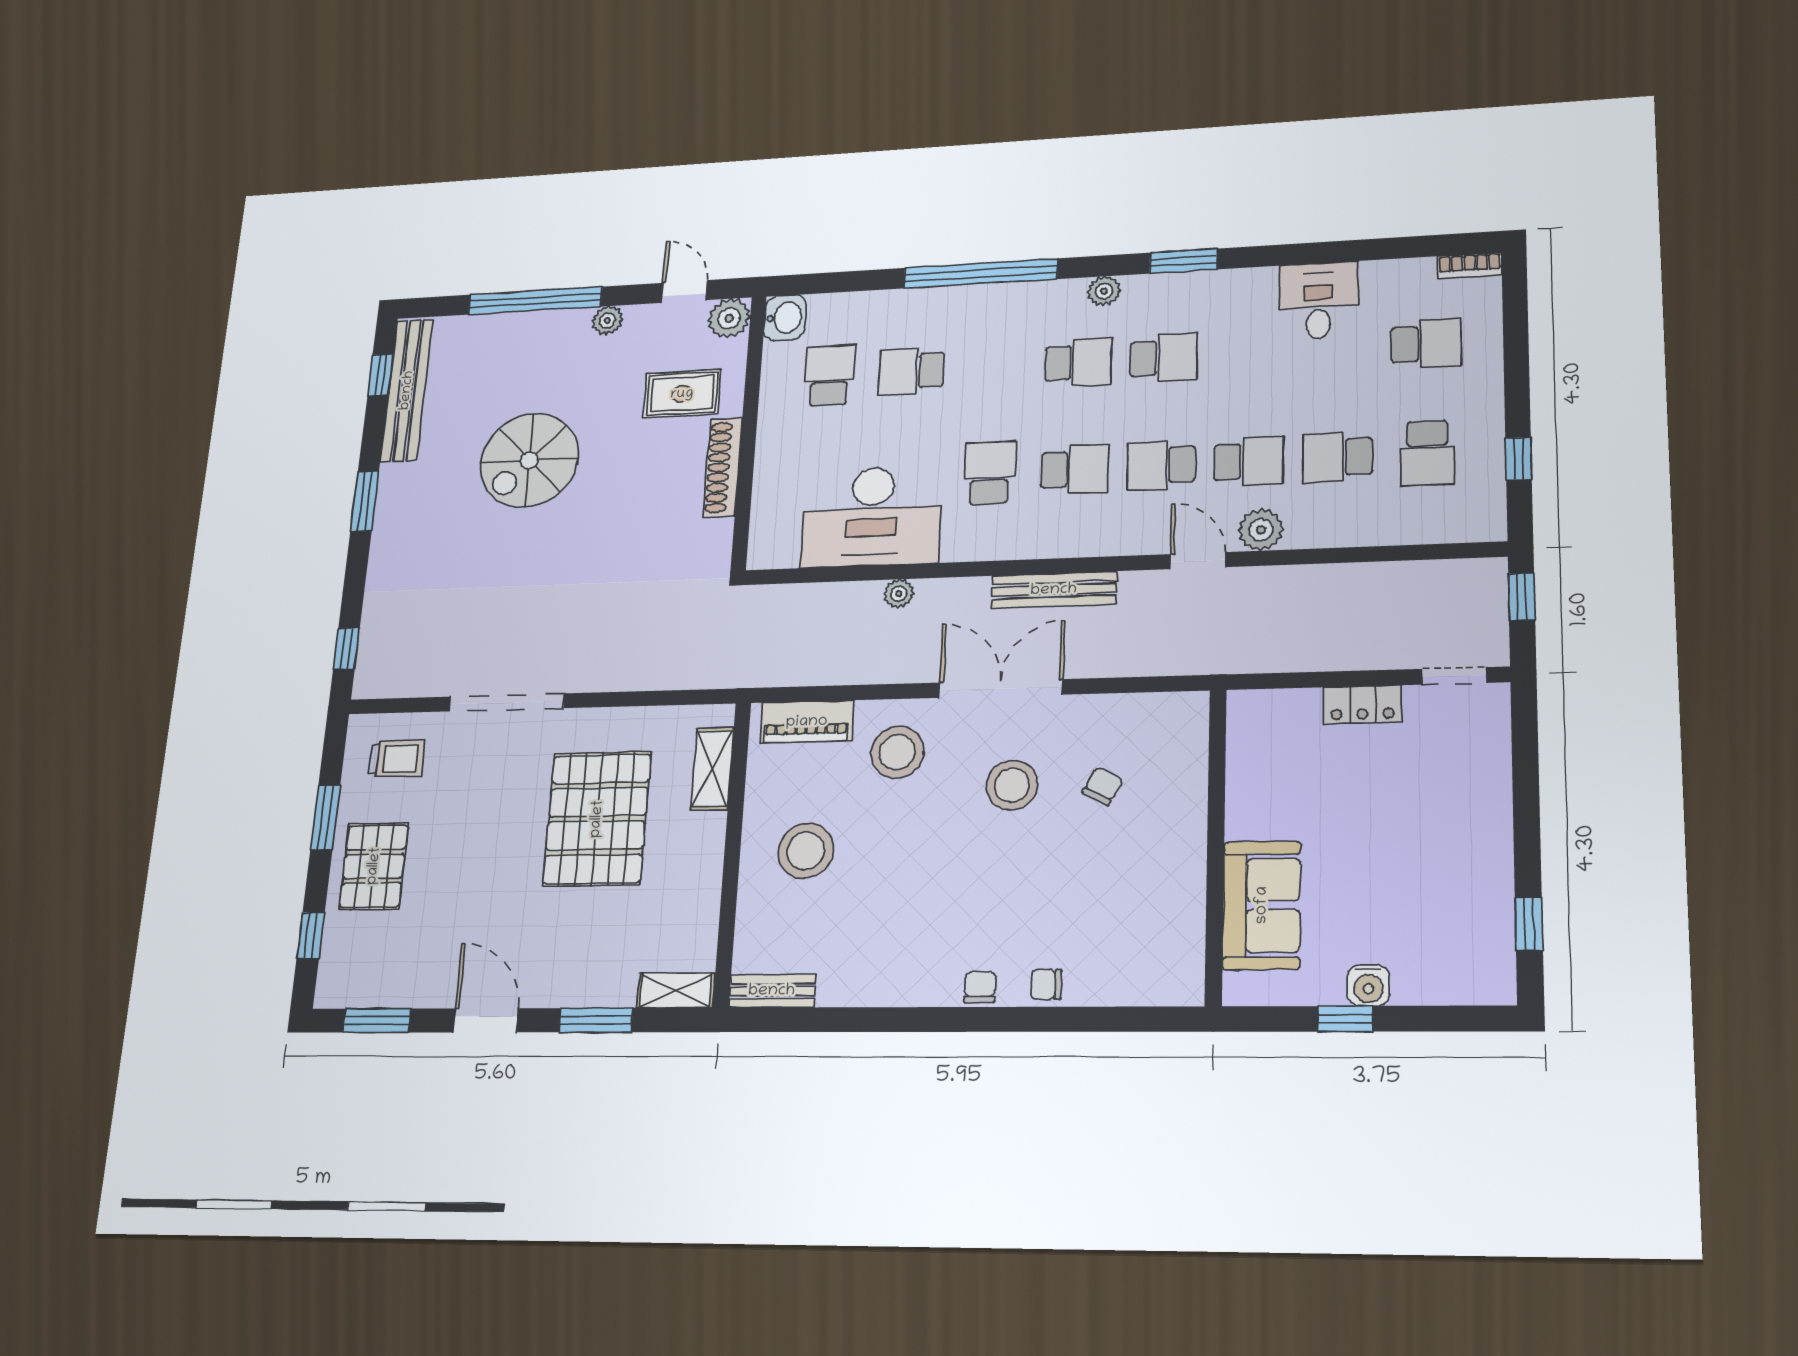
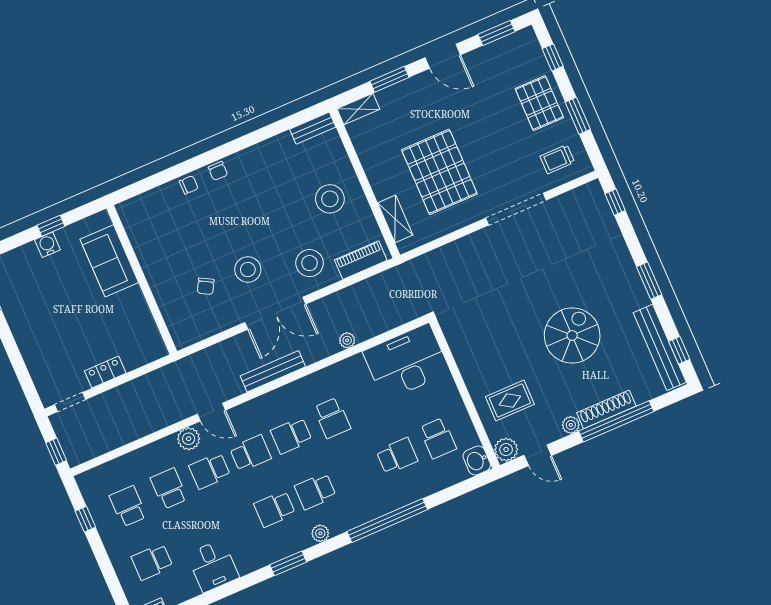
school desk: (1337, 457) -> (169, 489), turned -90
shoe rack: (723, 467) -> (606, 409), moved, turned -90
desk: (872, 517) -> (406, 362), moved

